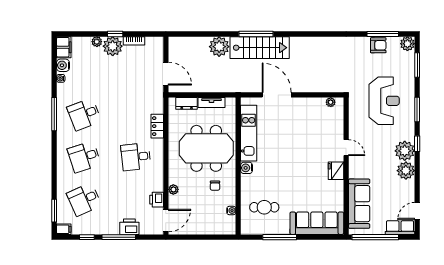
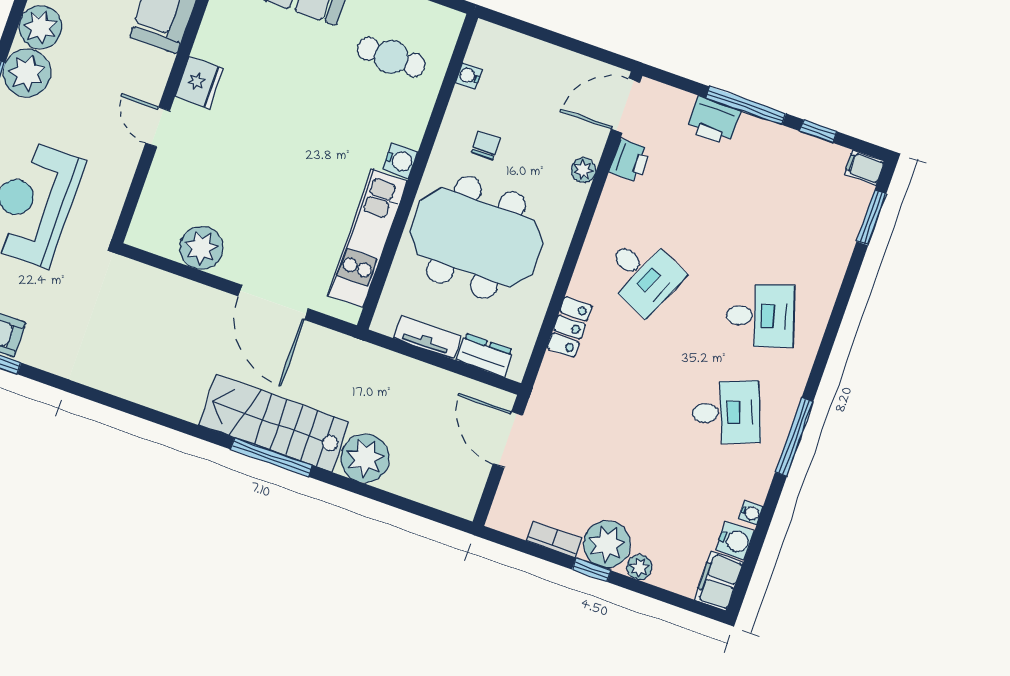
plant: (331, 102) -> (201, 248), moved, width x1.88, depth x1.88
desk: (136, 157) -> (643, 274), turned 30
desk: (84, 199) -> (794, 219), removed

